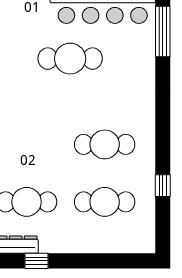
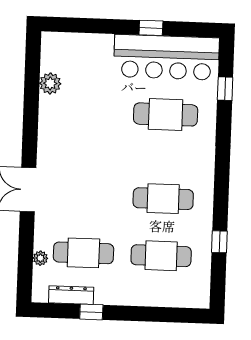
window: (163, 32) -> (225, 89), width x0.46
cafe table: (70, 59) -> (166, 114), moved

